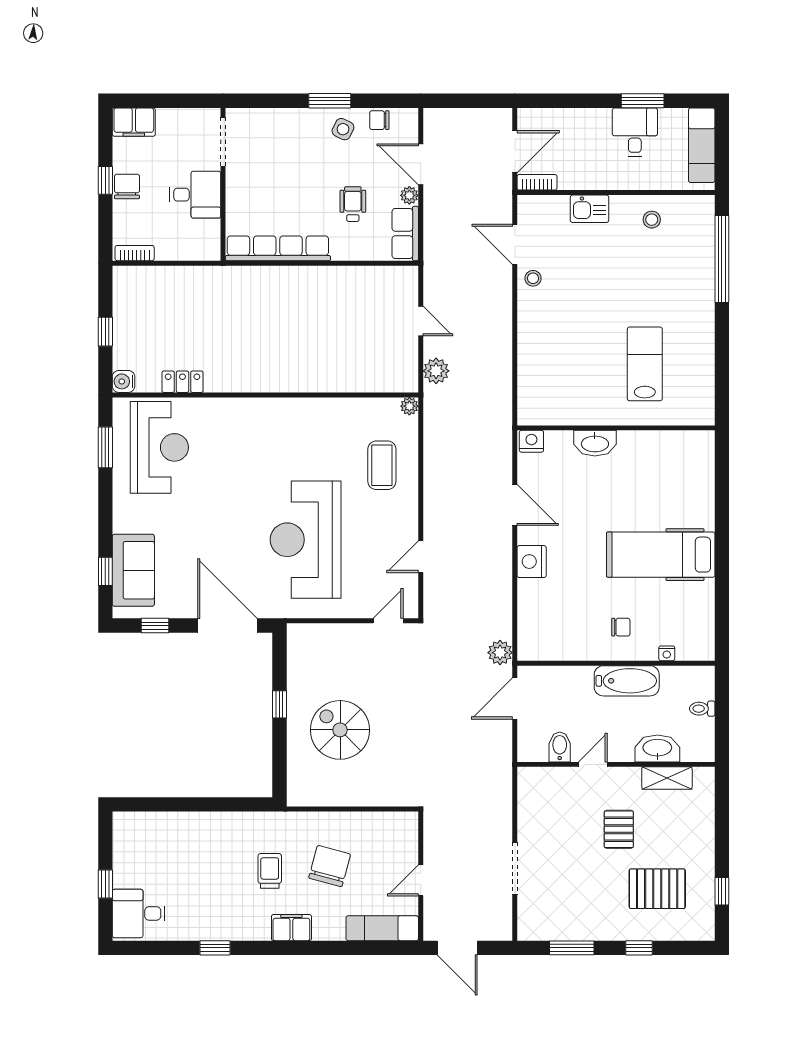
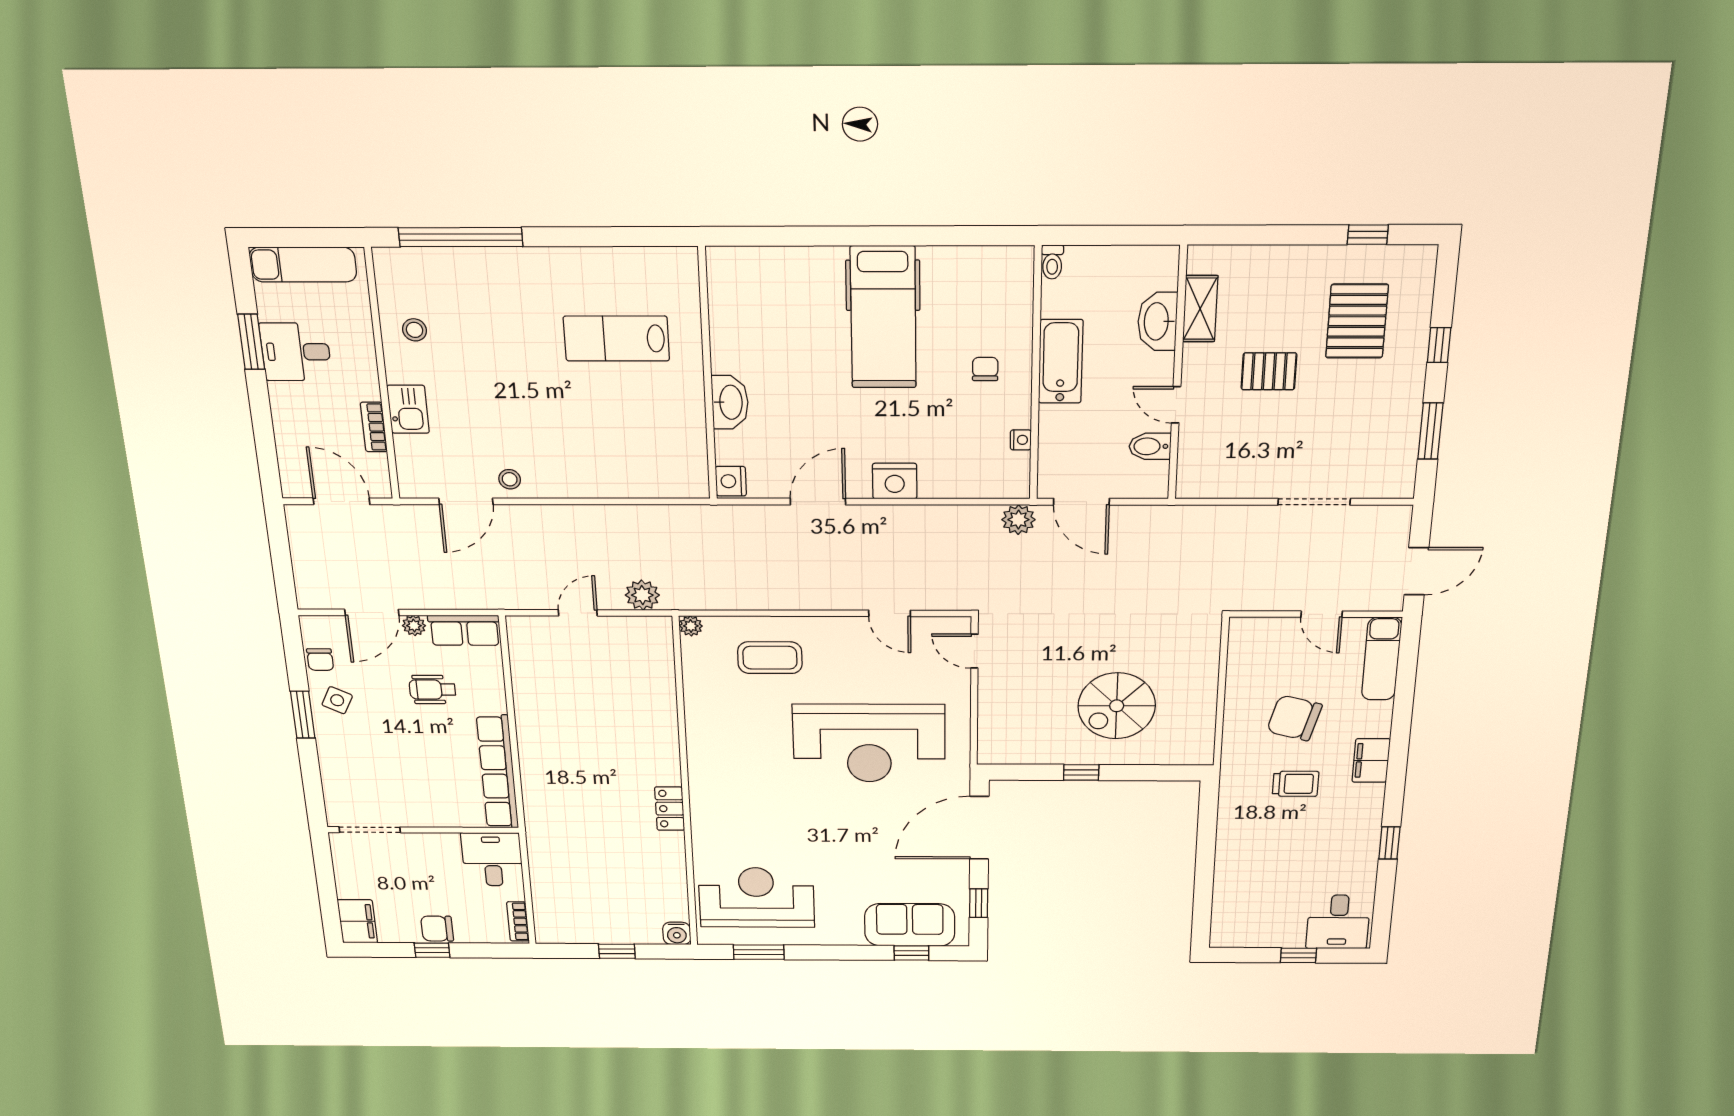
bookcase: (537, 182) -> (374, 427), moved
desk: (195, 195) -> (492, 859), moved
locker: (182, 382) -> (670, 809), moved
nightstand: (667, 653) -> (1021, 440), moved
toilet: (702, 709) -> (1052, 262), moved
trolley: (270, 871) -> (1296, 784), turned 180

